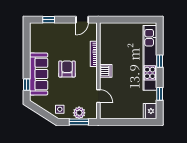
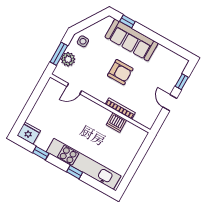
door: (82, 20) -> (170, 103), moved
dishwasher: (106, 71) -> (116, 122), moved

